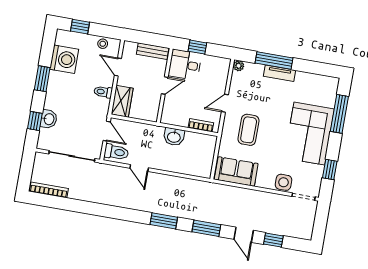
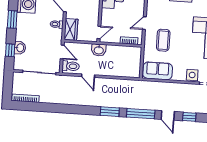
door: (165, 85) -> (99, 32), moved
washbasin: (174, 137) -> (99, 50), moved
window: (206, 228) -> (141, 114), width x1.44

